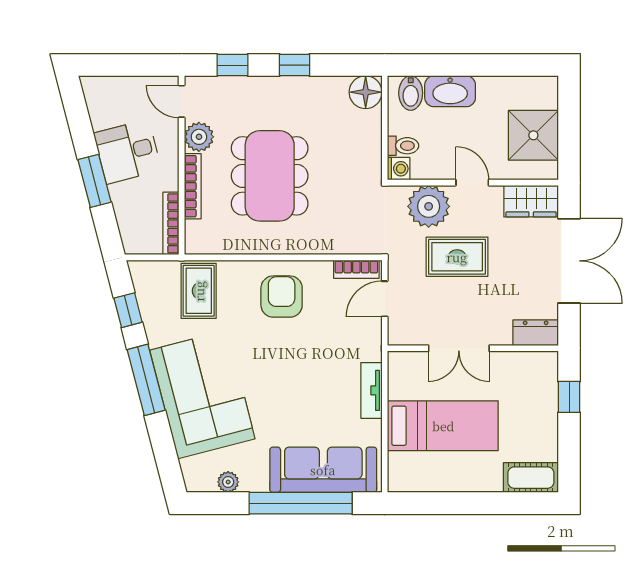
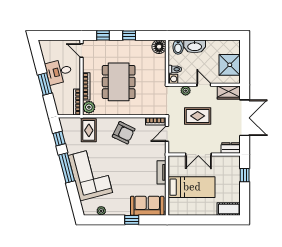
plant: (199, 137) -> (89, 107), moved
plant: (429, 206) -> (186, 91), width x0.53, depth x0.53
armchair: (282, 297) -> (124, 133), turned 116
sofa: (323, 470) -> (147, 206), width x0.73
window: (301, 503) -> (132, 220), width x0.32

